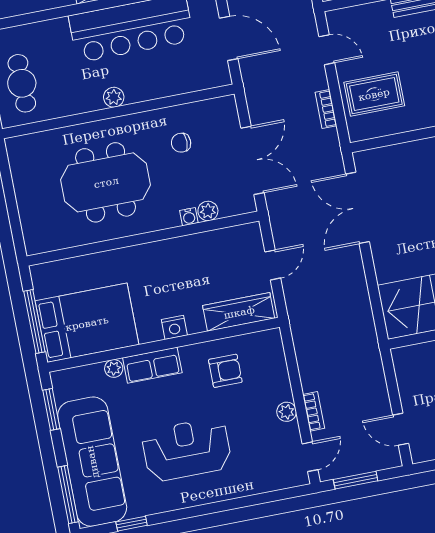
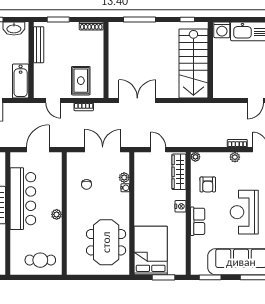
door: (327, 50) -> (53, 101), swing flipped
meeting table: (106, 182) -> (106, 242), moved
double door: (358, 208) -> (137, 101), swing flipped
window: (34, 322) -> (164, 277), width x0.69
bed: (87, 323) -> (151, 251), moved
plant: (114, 368) -> (195, 157), moved
armchair: (225, 371) -> (208, 184), turned 180

